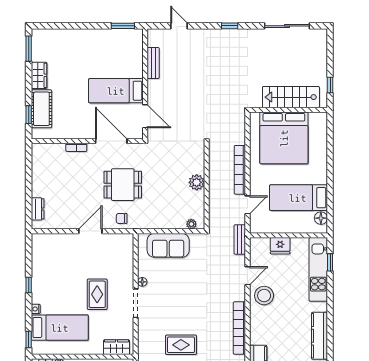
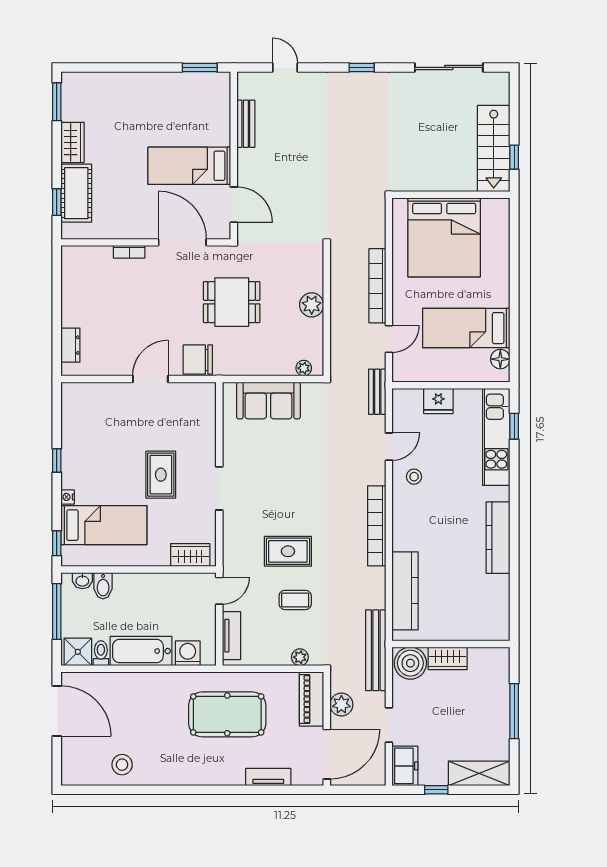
stairs: (291, 97) -> (494, 149), moved, turned -90
dining table: (123, 185) -> (232, 302), moved
chair: (122, 218) -> (198, 360), width x1.87, depth x1.87
floor lamp: (142, 282) -> (229, 456), removed
stool: (264, 296) -> (414, 477), width x0.53, depth x0.53

